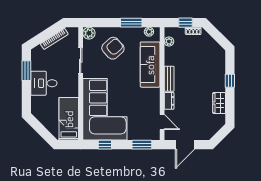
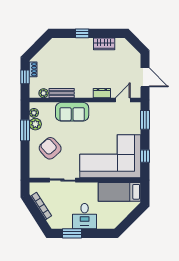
plant: (89, 33) -> (35, 124), moved
sofa: (150, 65) -> (72, 112), width x0.73
bench: (169, 79) -> (62, 93), moved

